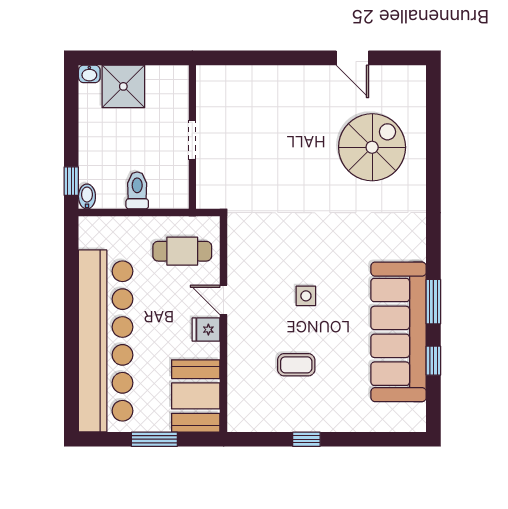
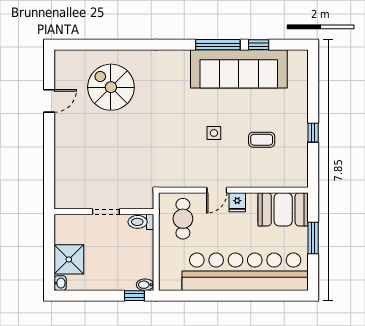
toilet: (137, 190) -> (141, 222), moved
window: (433, 302) -> (218, 45), width x1.44
coffee table: (296, 365) -> (262, 140), turned 90

